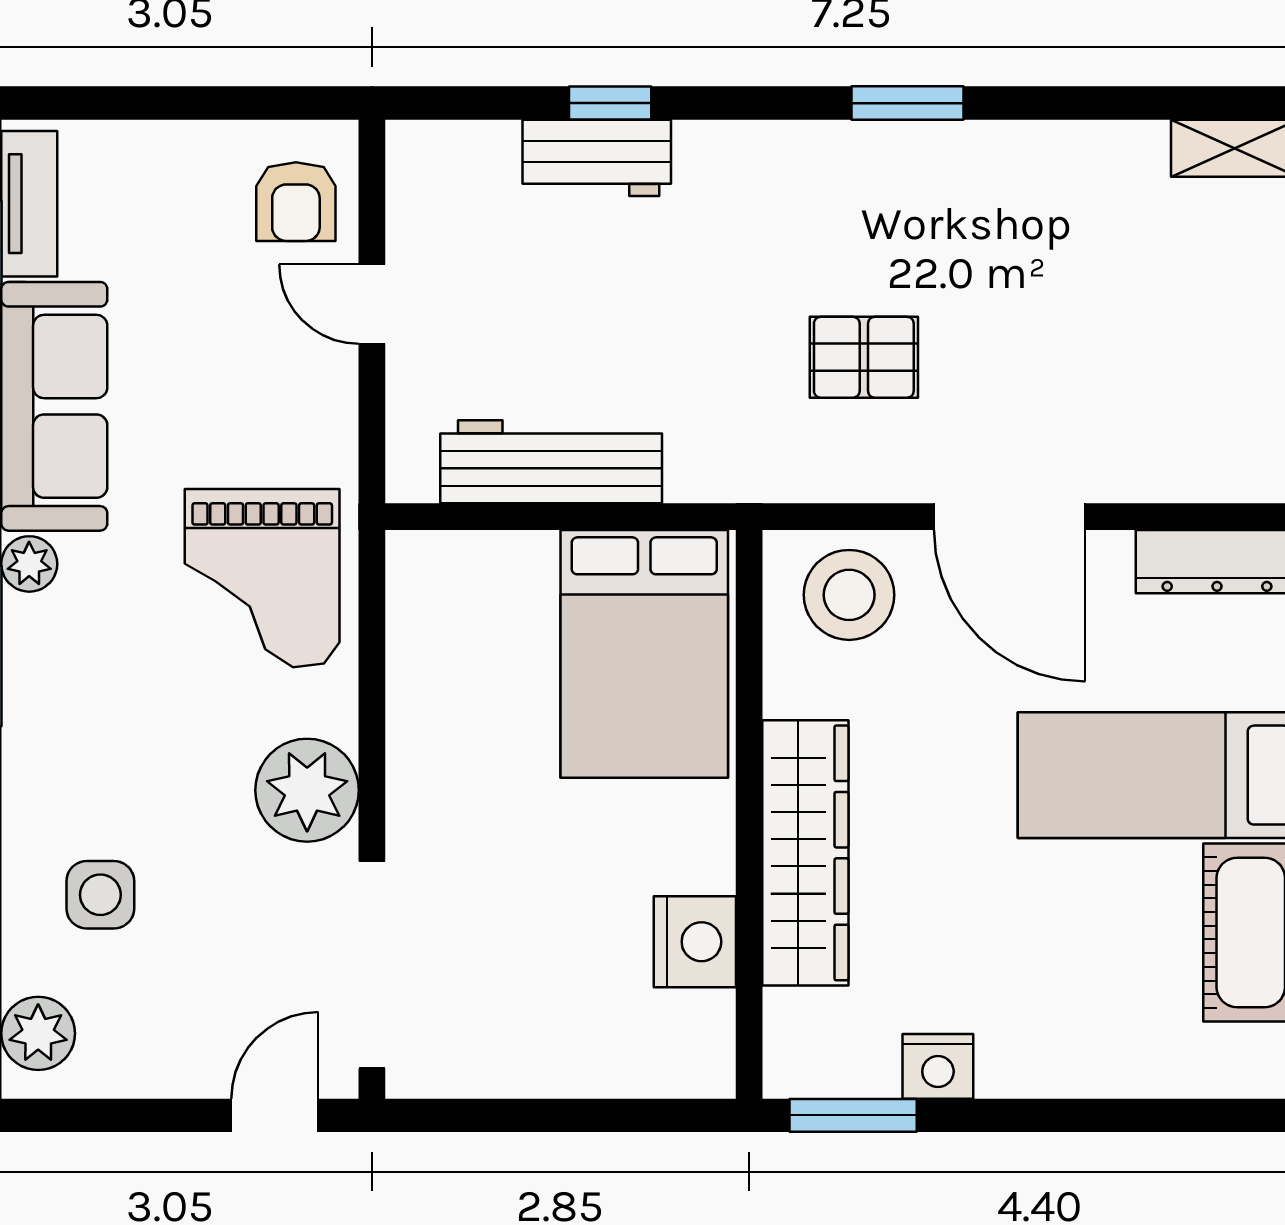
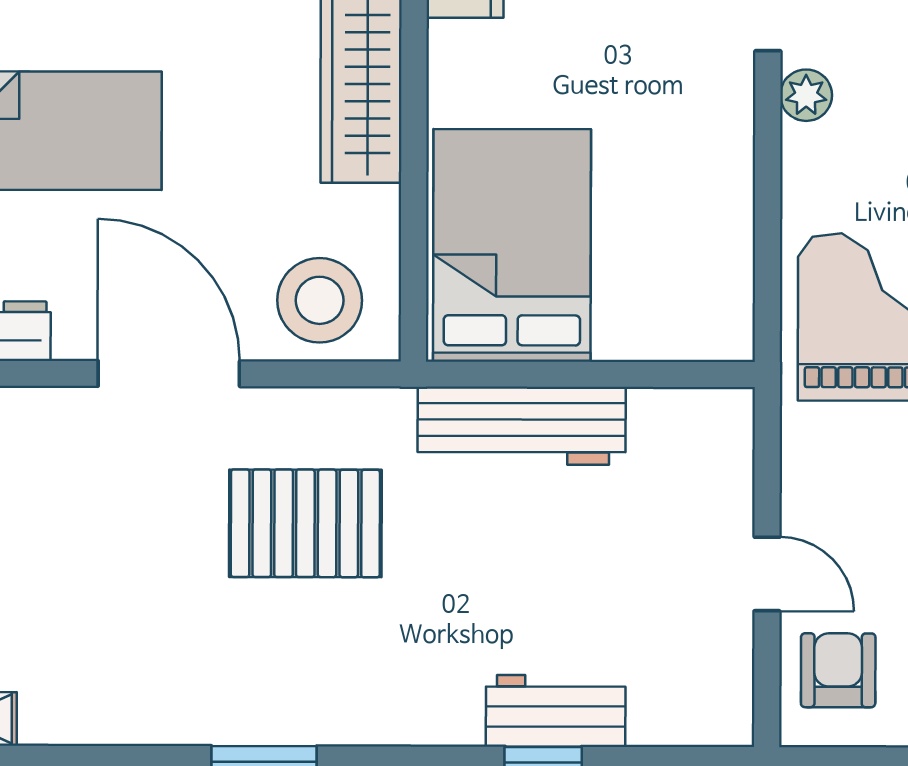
pallet: (864, 357) -> (305, 523), width x1.50, depth x1.42
workbench: (551, 462) -> (522, 426), moved
plant: (307, 790) -> (806, 95), width x0.53, depth x0.53

